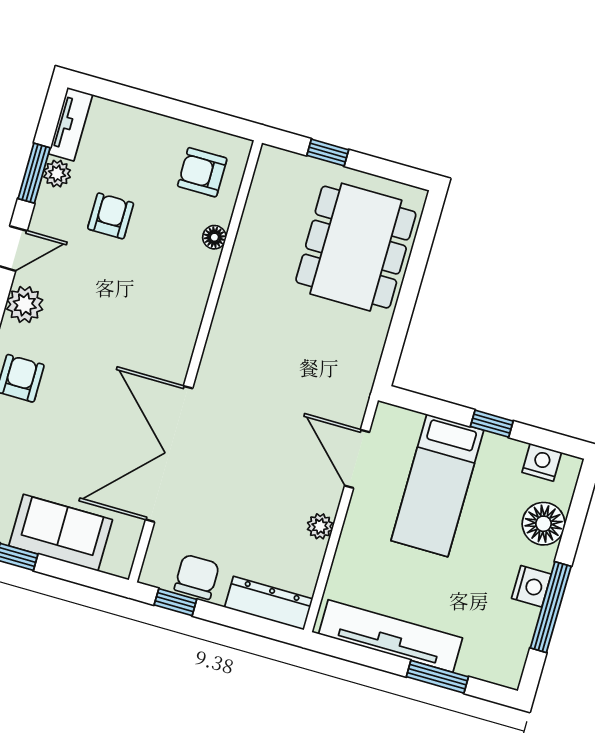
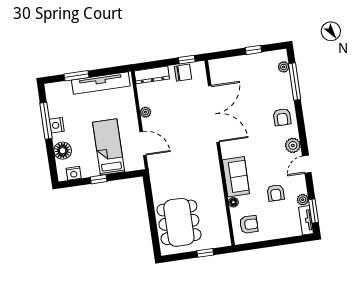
window: (34, 173) -> (314, 211), moved
sofa: (61, 533) -> (236, 177), moved, turned -90
chair: (197, 577) -> (183, 73), turned -90

